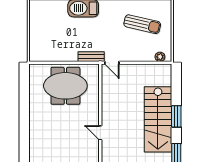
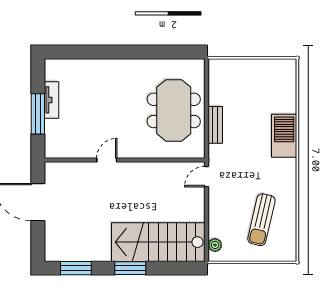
bench: (91, 57) -> (215, 125), moved
stairs: (158, 119) -> (158, 242), moved

